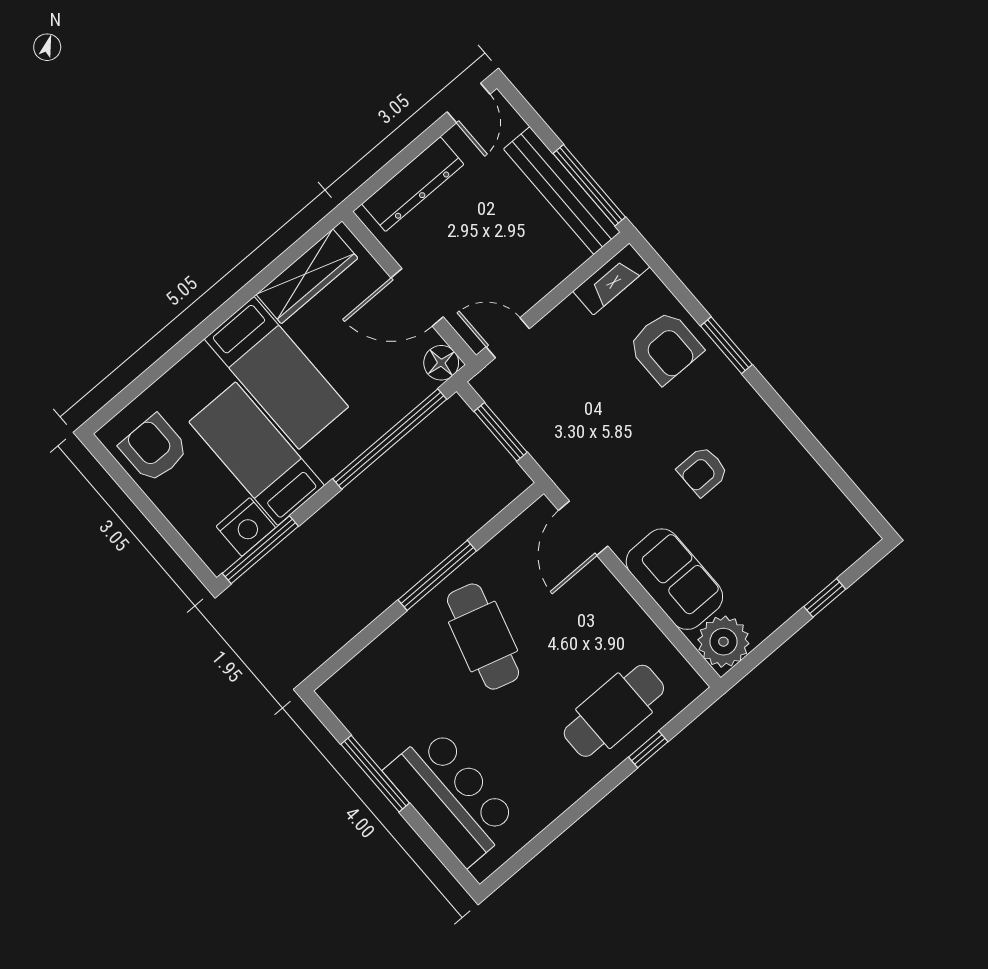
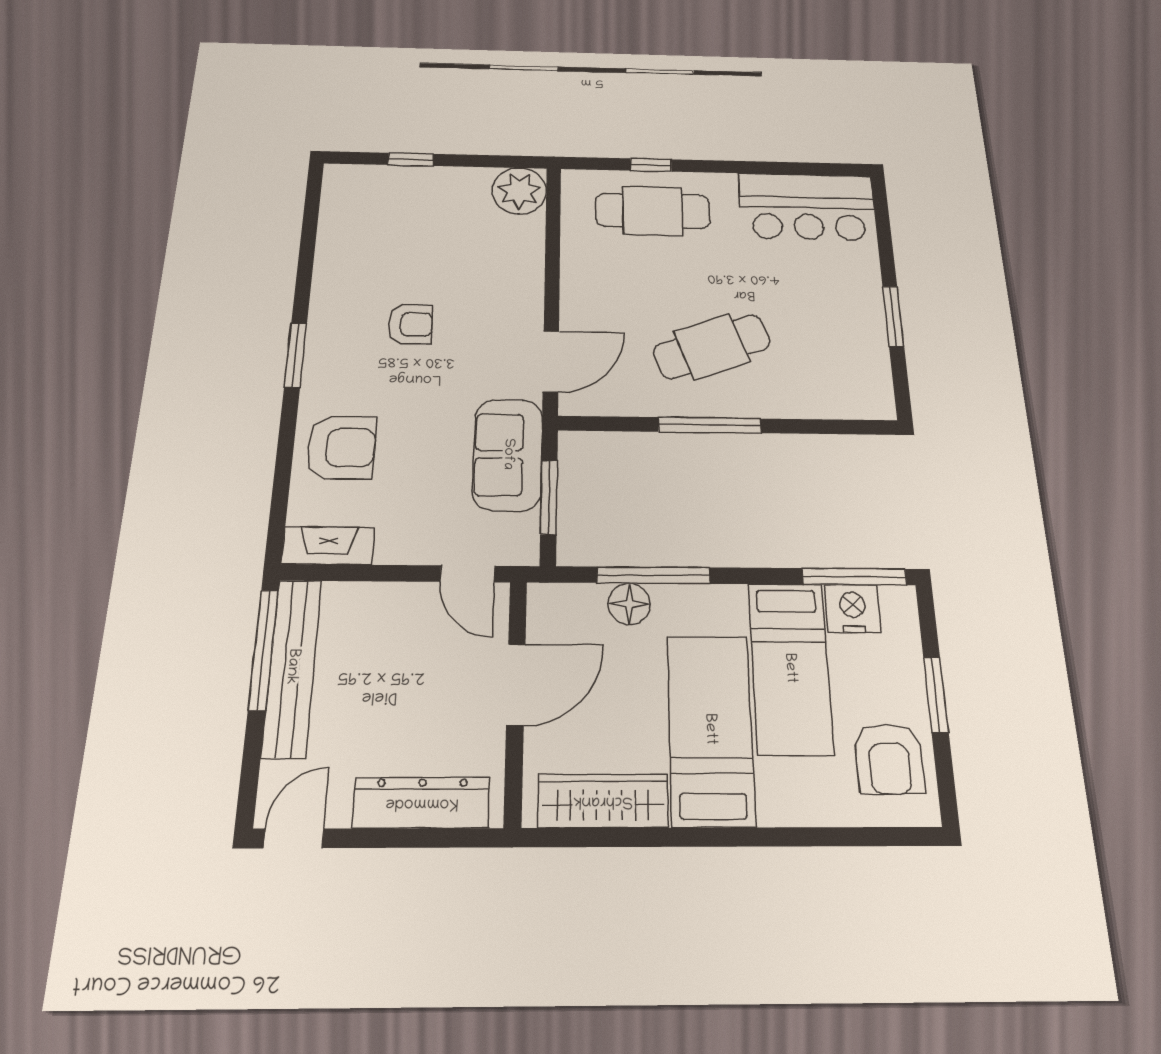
door: (417, 297) -> (516, 685), hinge flipped
window: (726, 345) -> (296, 355), moved
armchair: (665, 347) -> (341, 447), turned 90
floor lamp: (441, 363) -> (629, 604), moved
window: (390, 439) -> (654, 575), width x0.68
window: (153, 515) -> (936, 695), added
sofa: (674, 579) -> (508, 454), moved
cafe table: (483, 637) -> (712, 347), turned 54
window: (375, 774) -> (893, 316), width x0.69
bar counter: (452, 797) -> (807, 207), moved, turned -90

